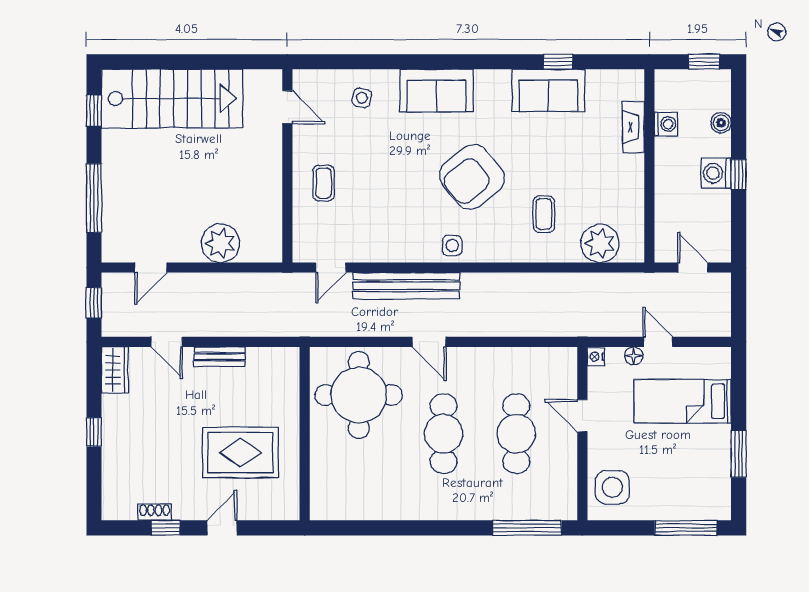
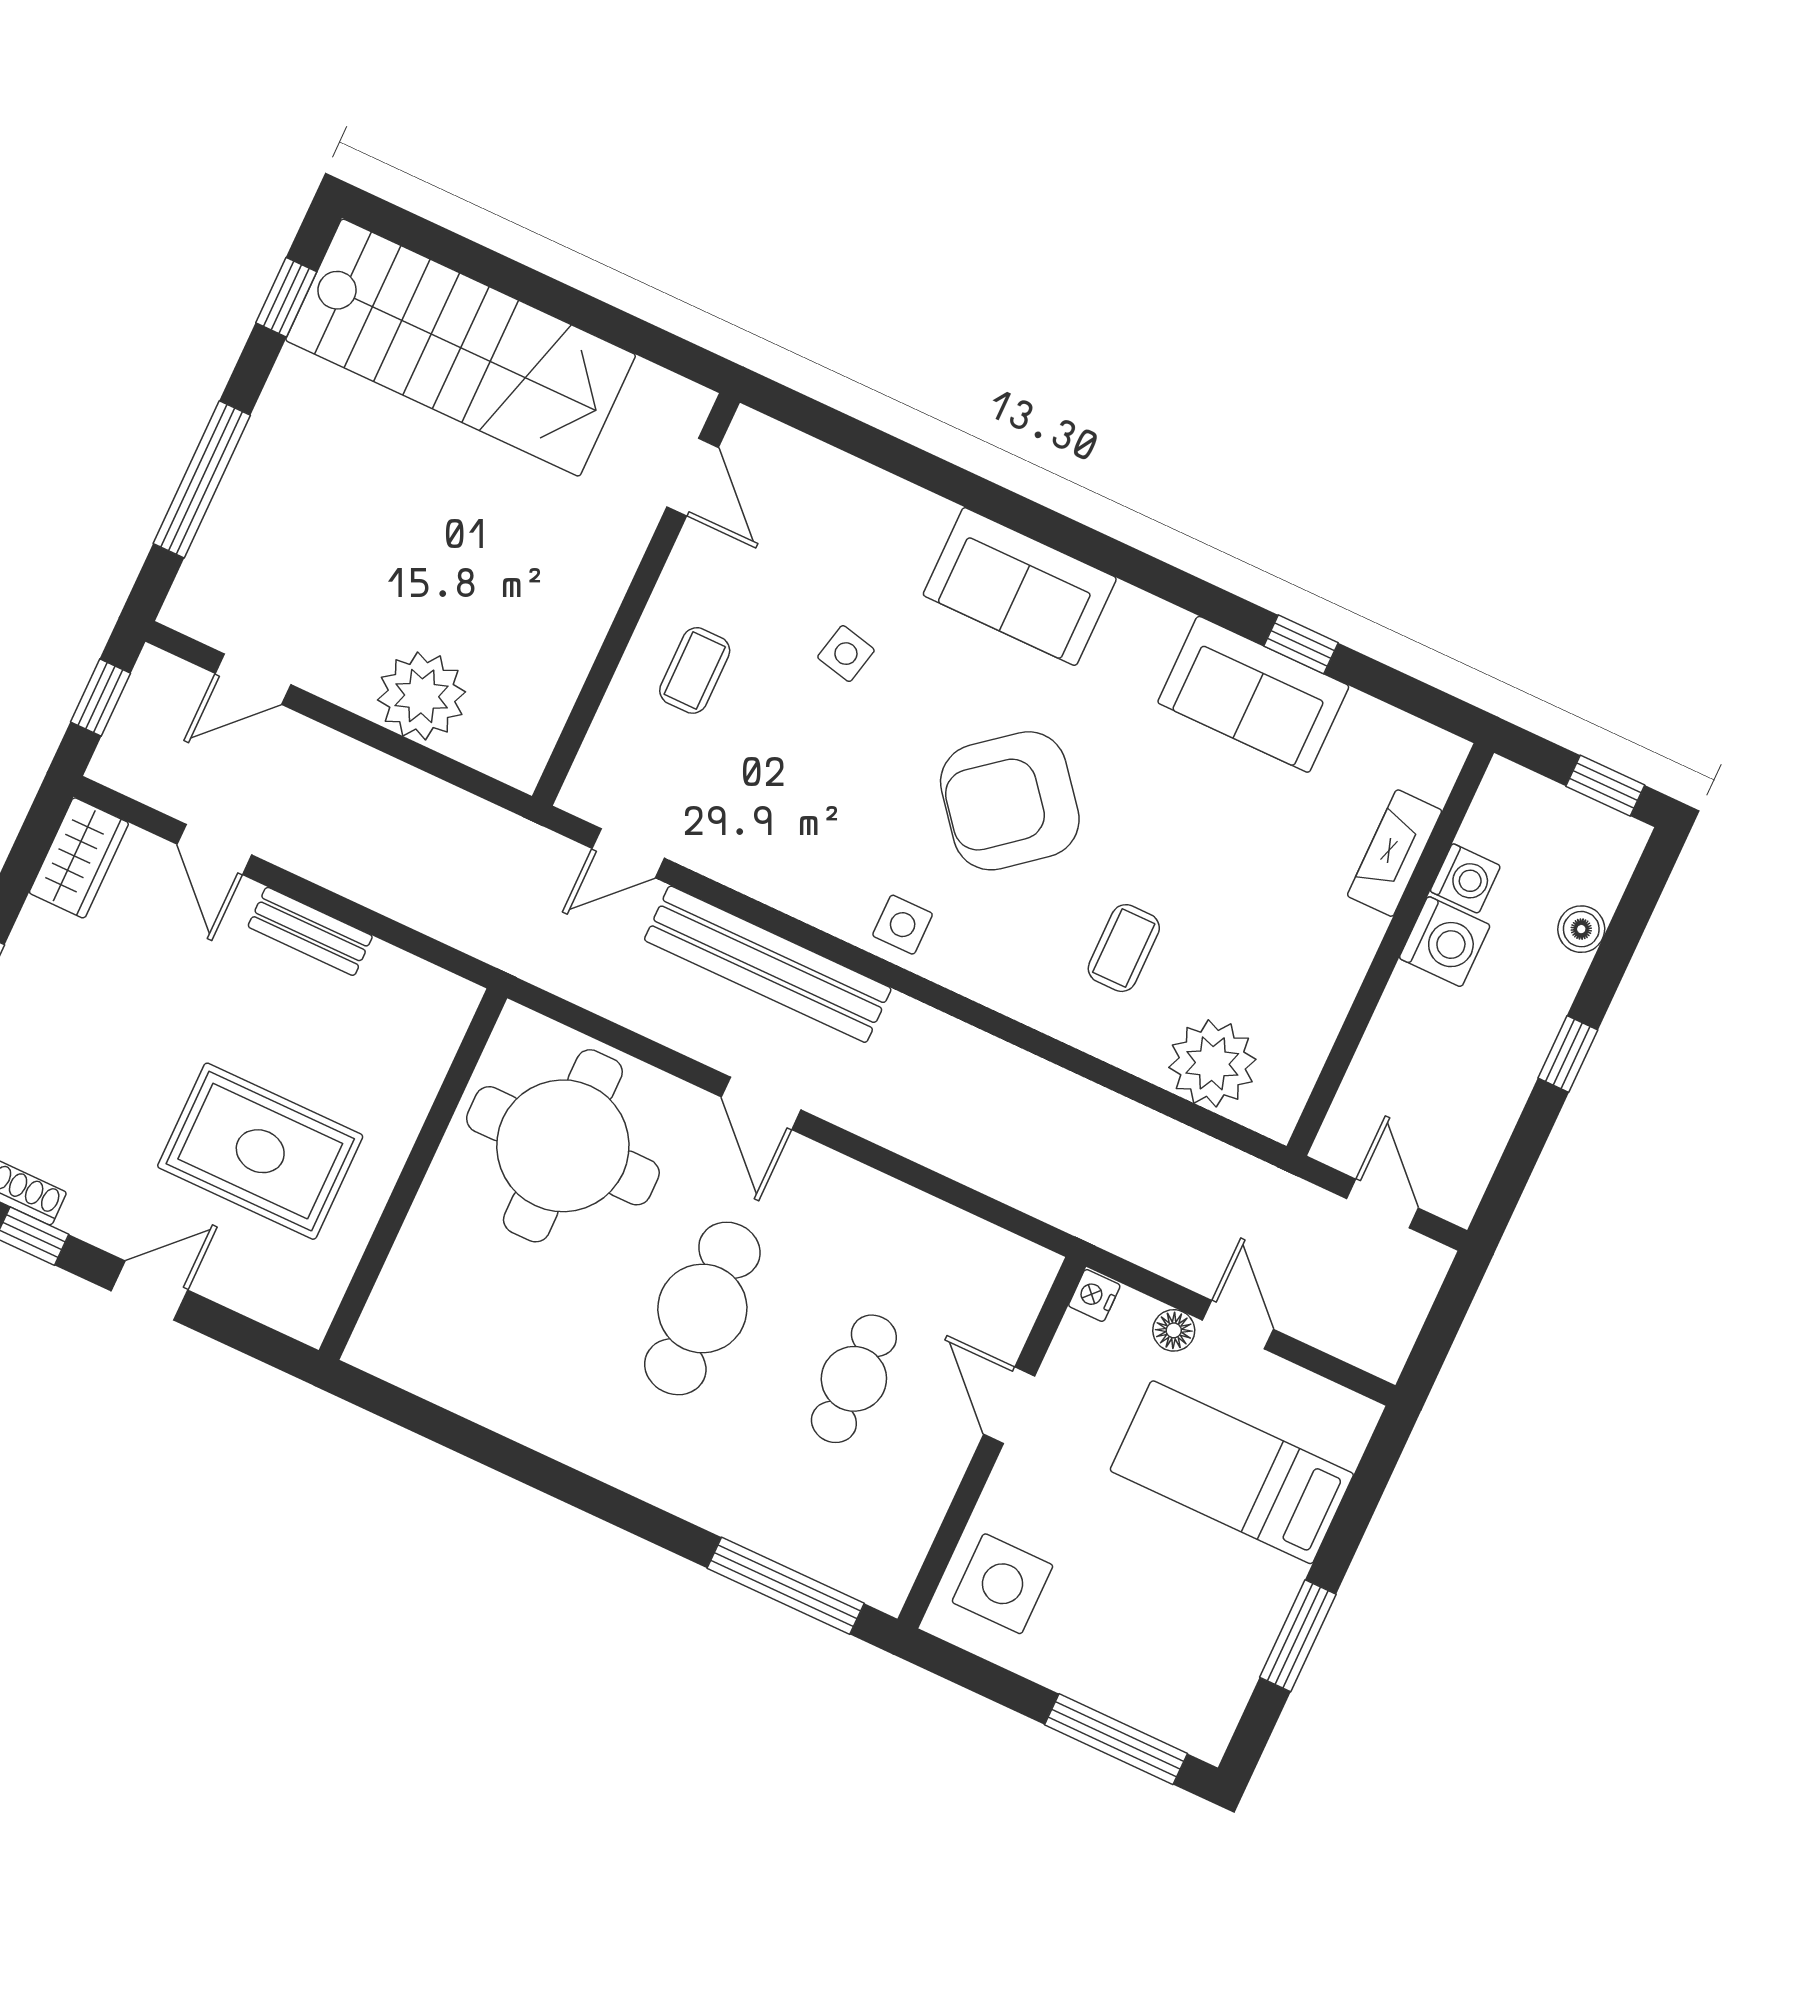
side table: (362, 98) -> (846, 654), moved
washing machine: (716, 173) -> (1445, 942), moved, turned 180
cafe table: (516, 434) -> (854, 1379), width x0.73, depth x0.74

